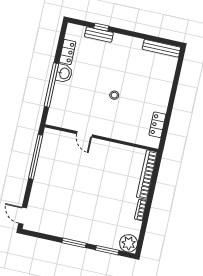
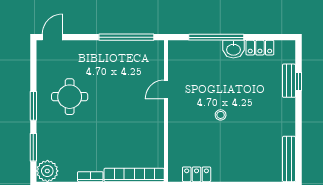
round table: (73, 212) -> (70, 97), added

